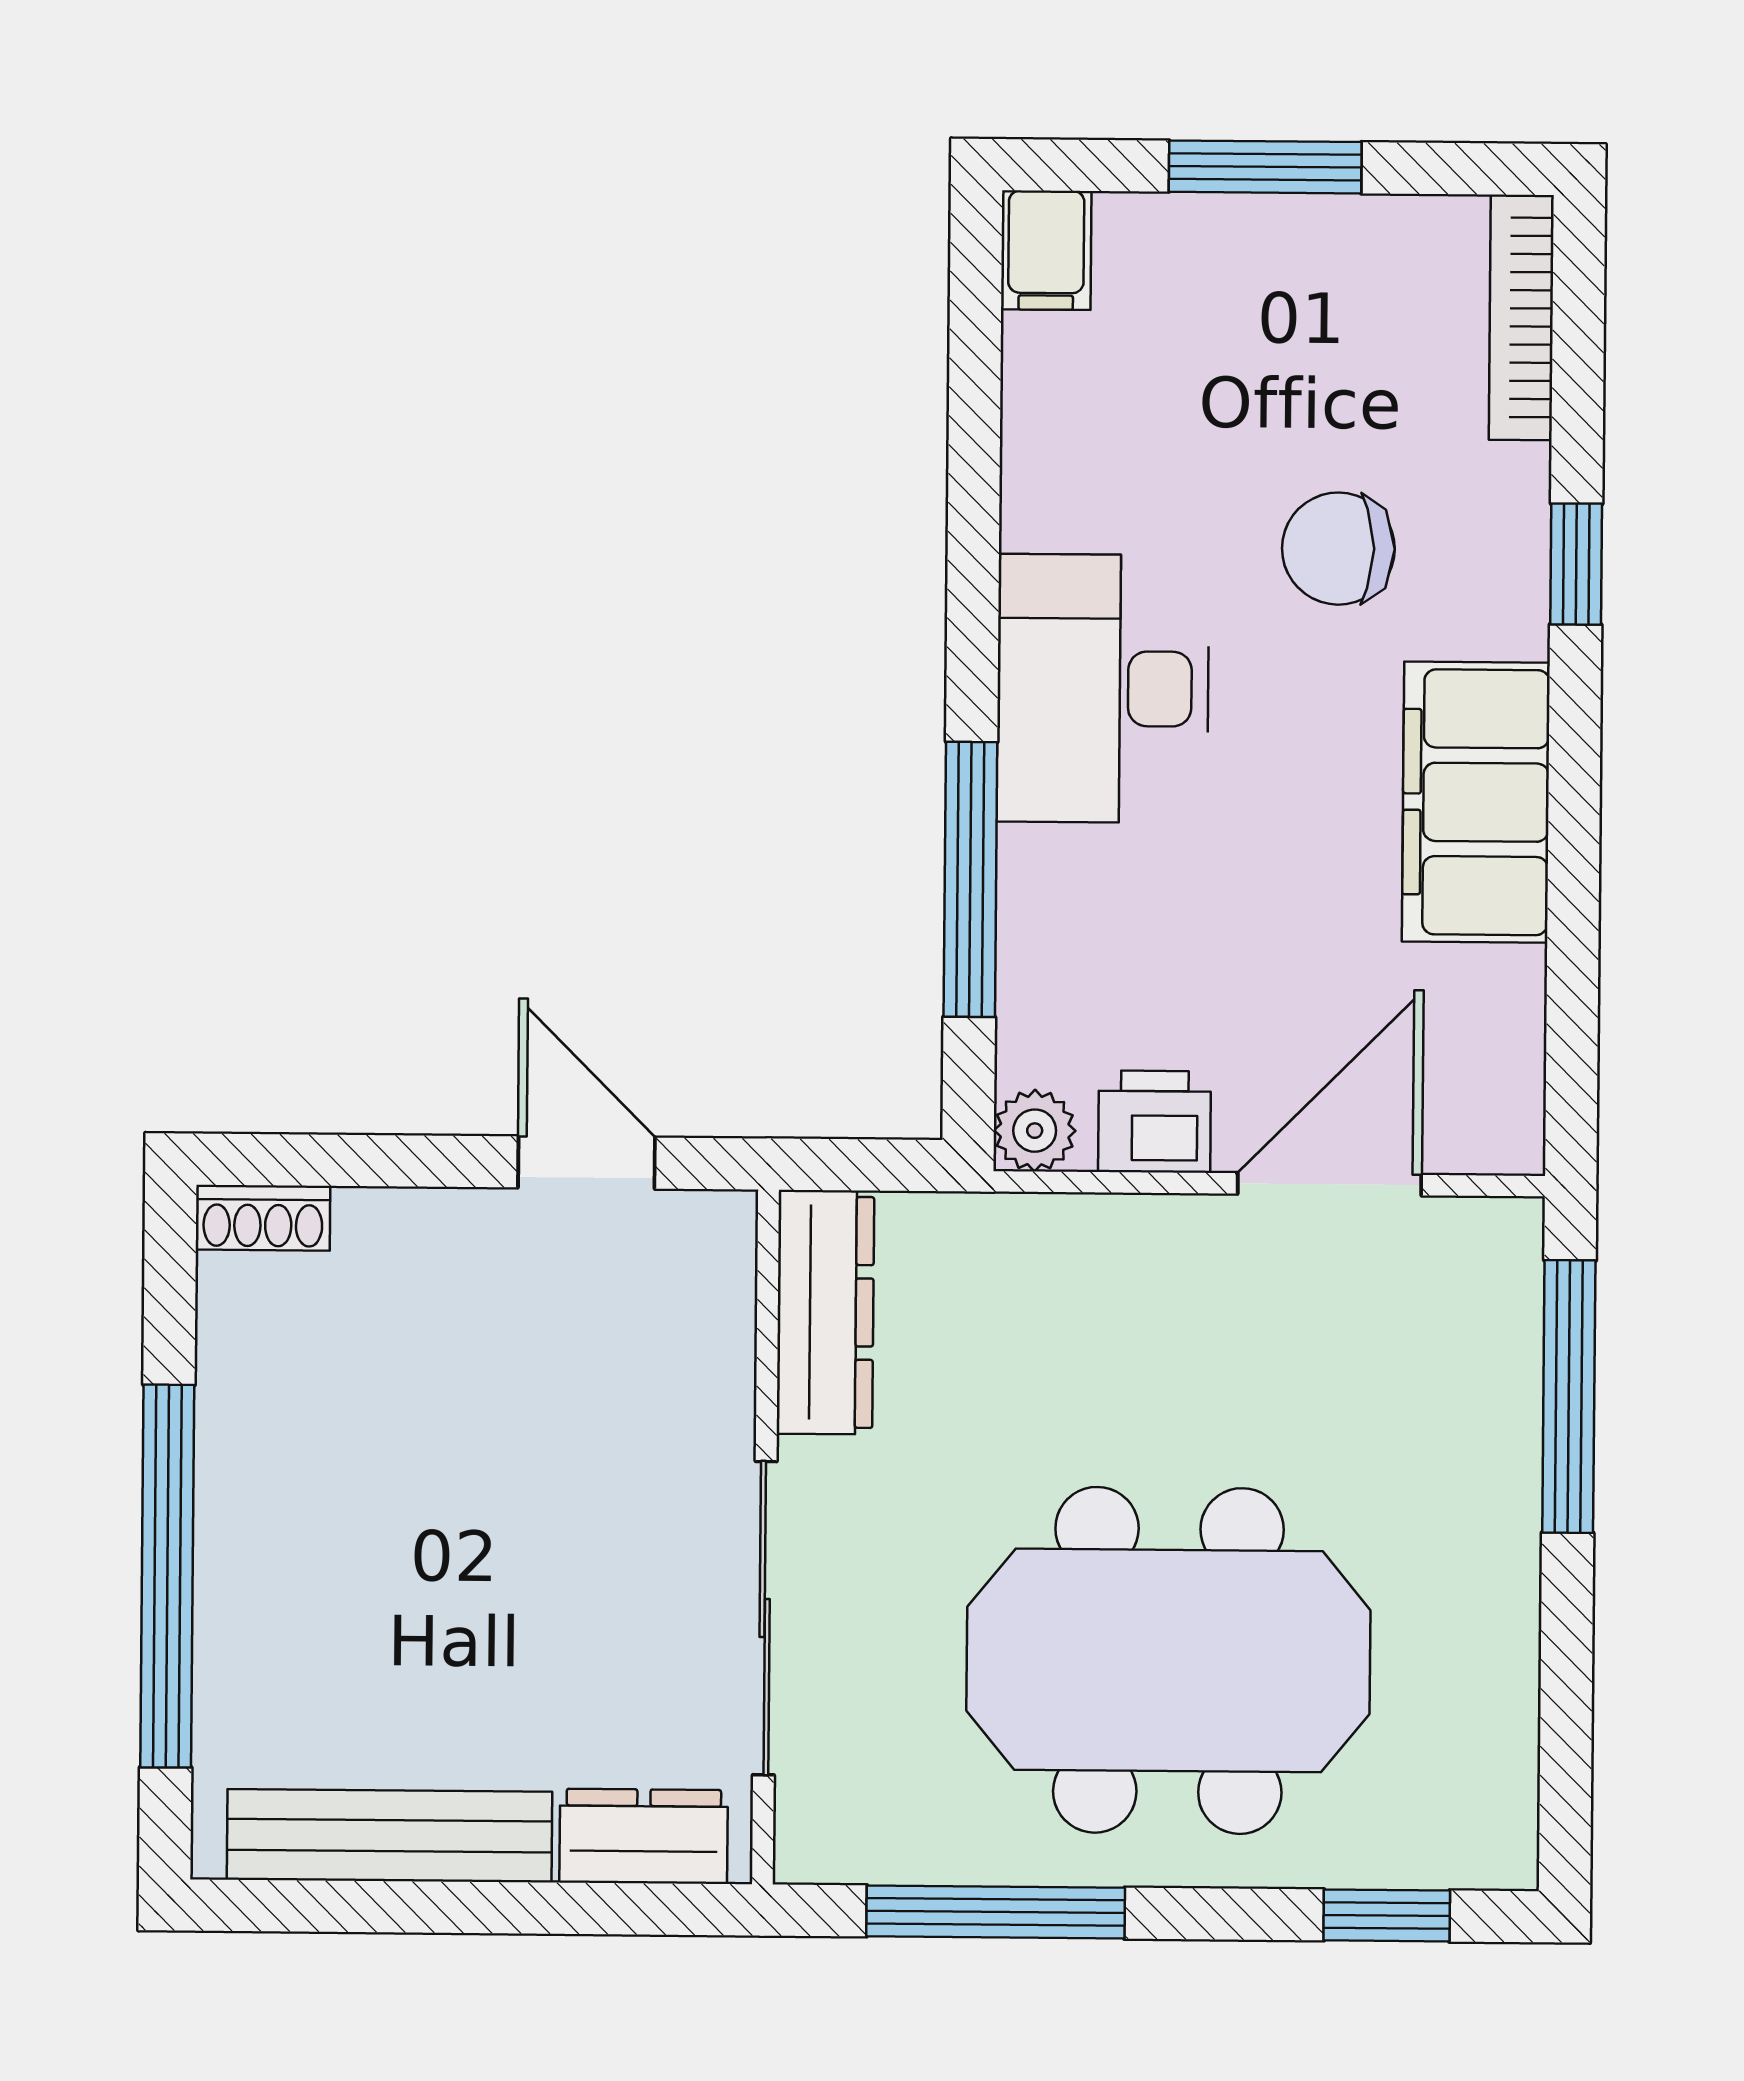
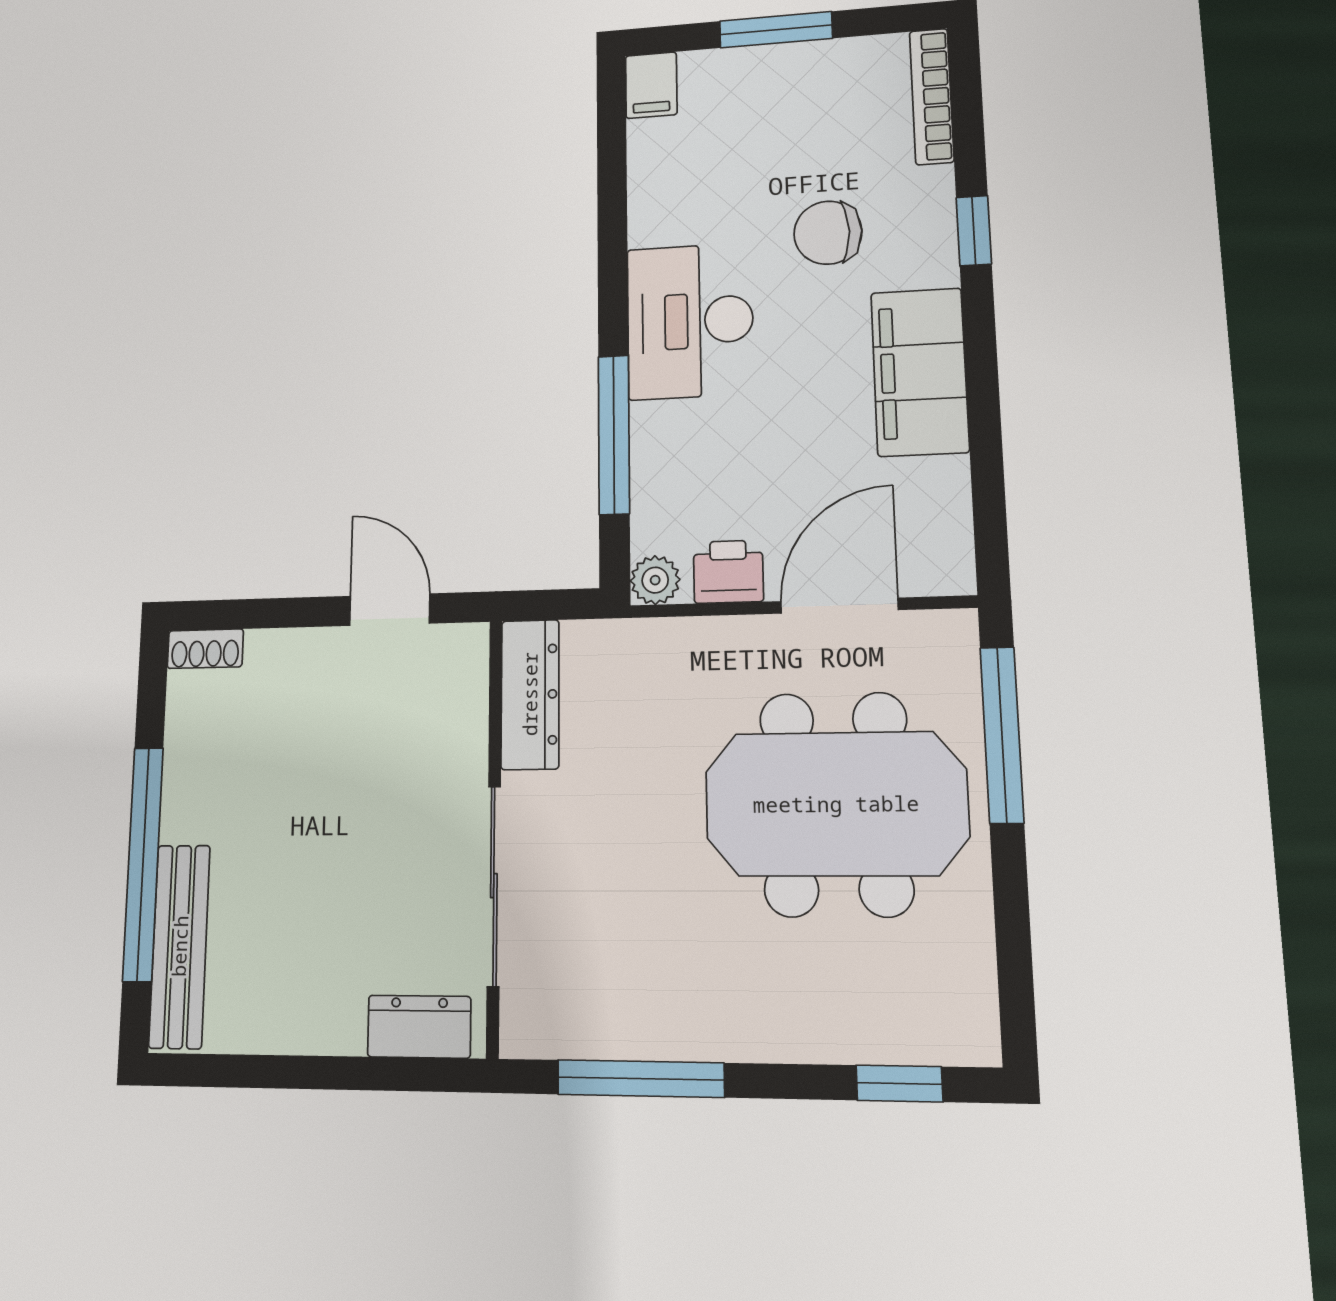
meeting table: (1168, 1660) -> (836, 804), moved
bench: (389, 1836) -> (180, 946), moved, turned 90

